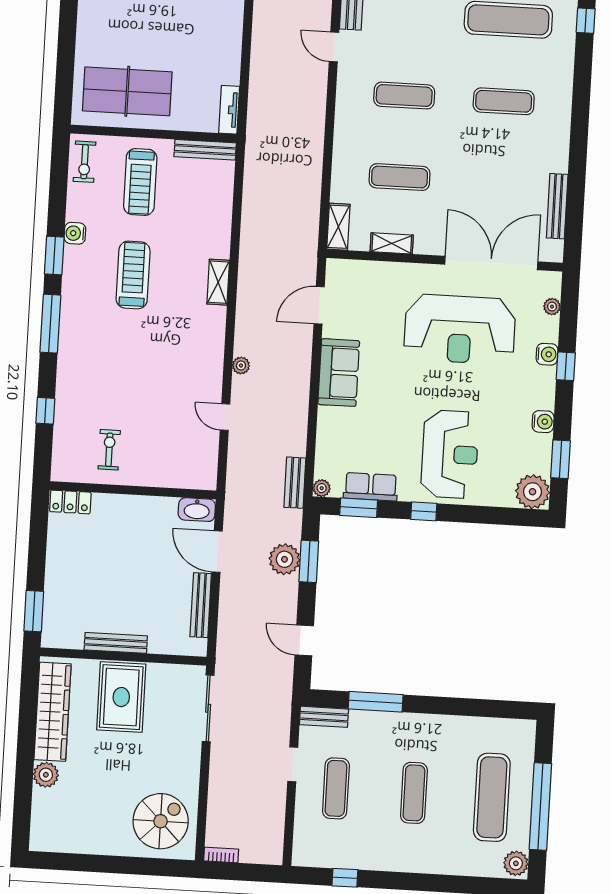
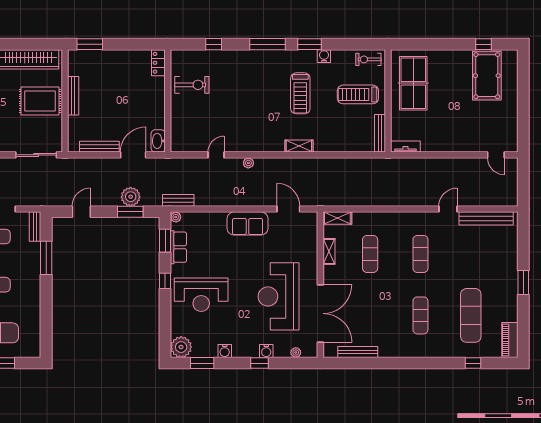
treadmill: (133, 275) -> (300, 93), turned 90
exercise bike: (109, 450) -> (192, 85), width x1.38, depth x1.39

